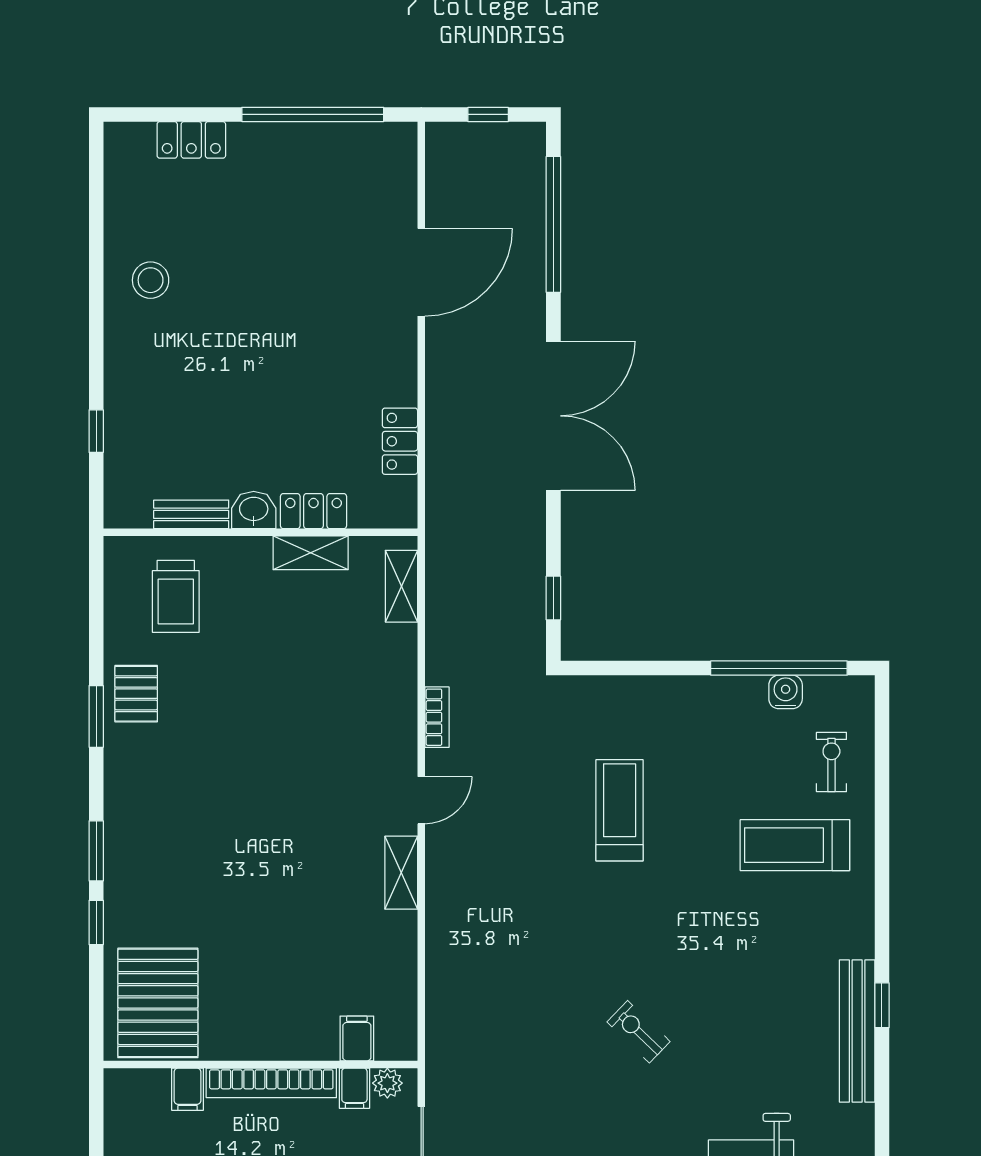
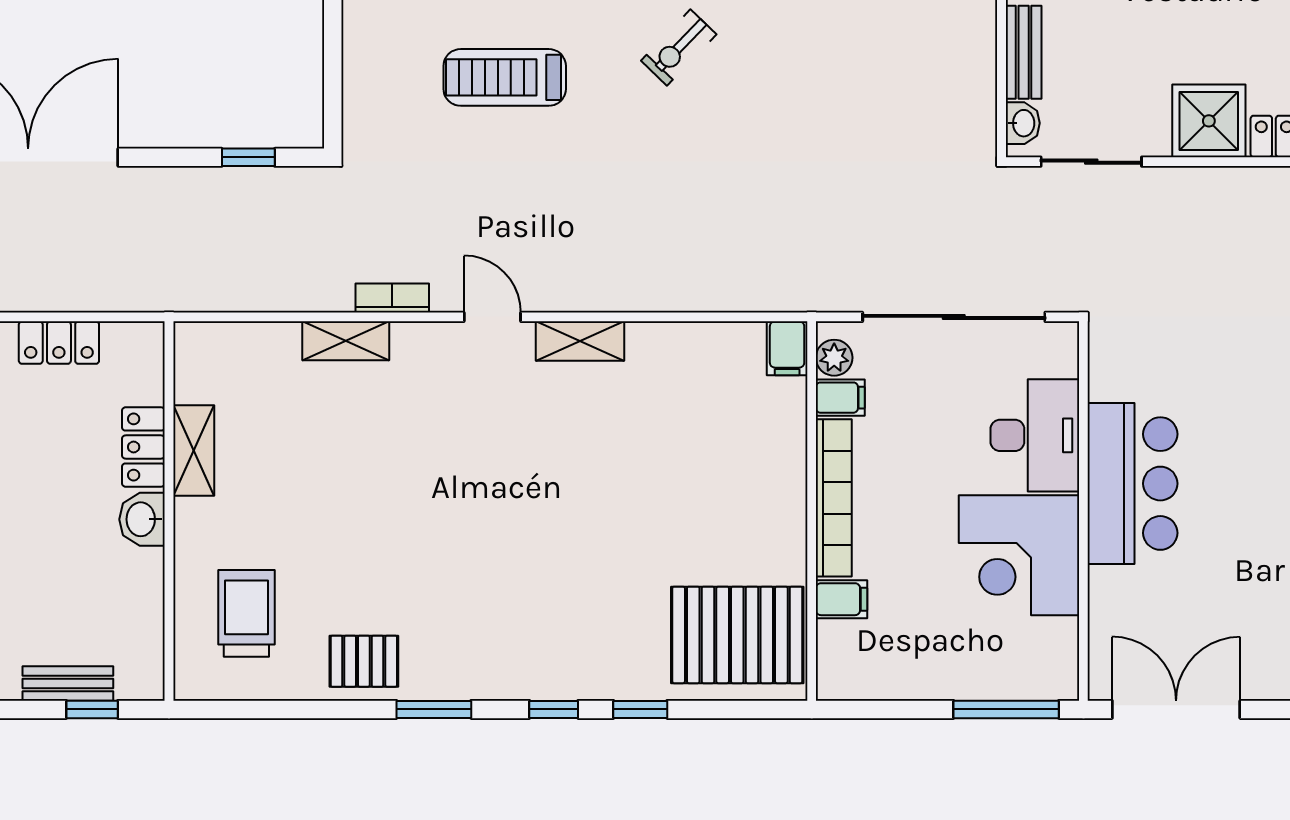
window: (96, 431) -> (92, 709), moved
bench: (191, 514) -> (68, 684), moved, turned 90
shelving: (401, 586) -> (346, 341), moved
trolley: (176, 596) -> (246, 613), turned -90
window: (96, 716) -> (434, 709), moved
window: (96, 851) -> (554, 709), width x0.67
exercise bike: (639, 1032) -> (679, 48), moved
filing cabinet: (357, 1039) -> (787, 348), moved, turned -90

